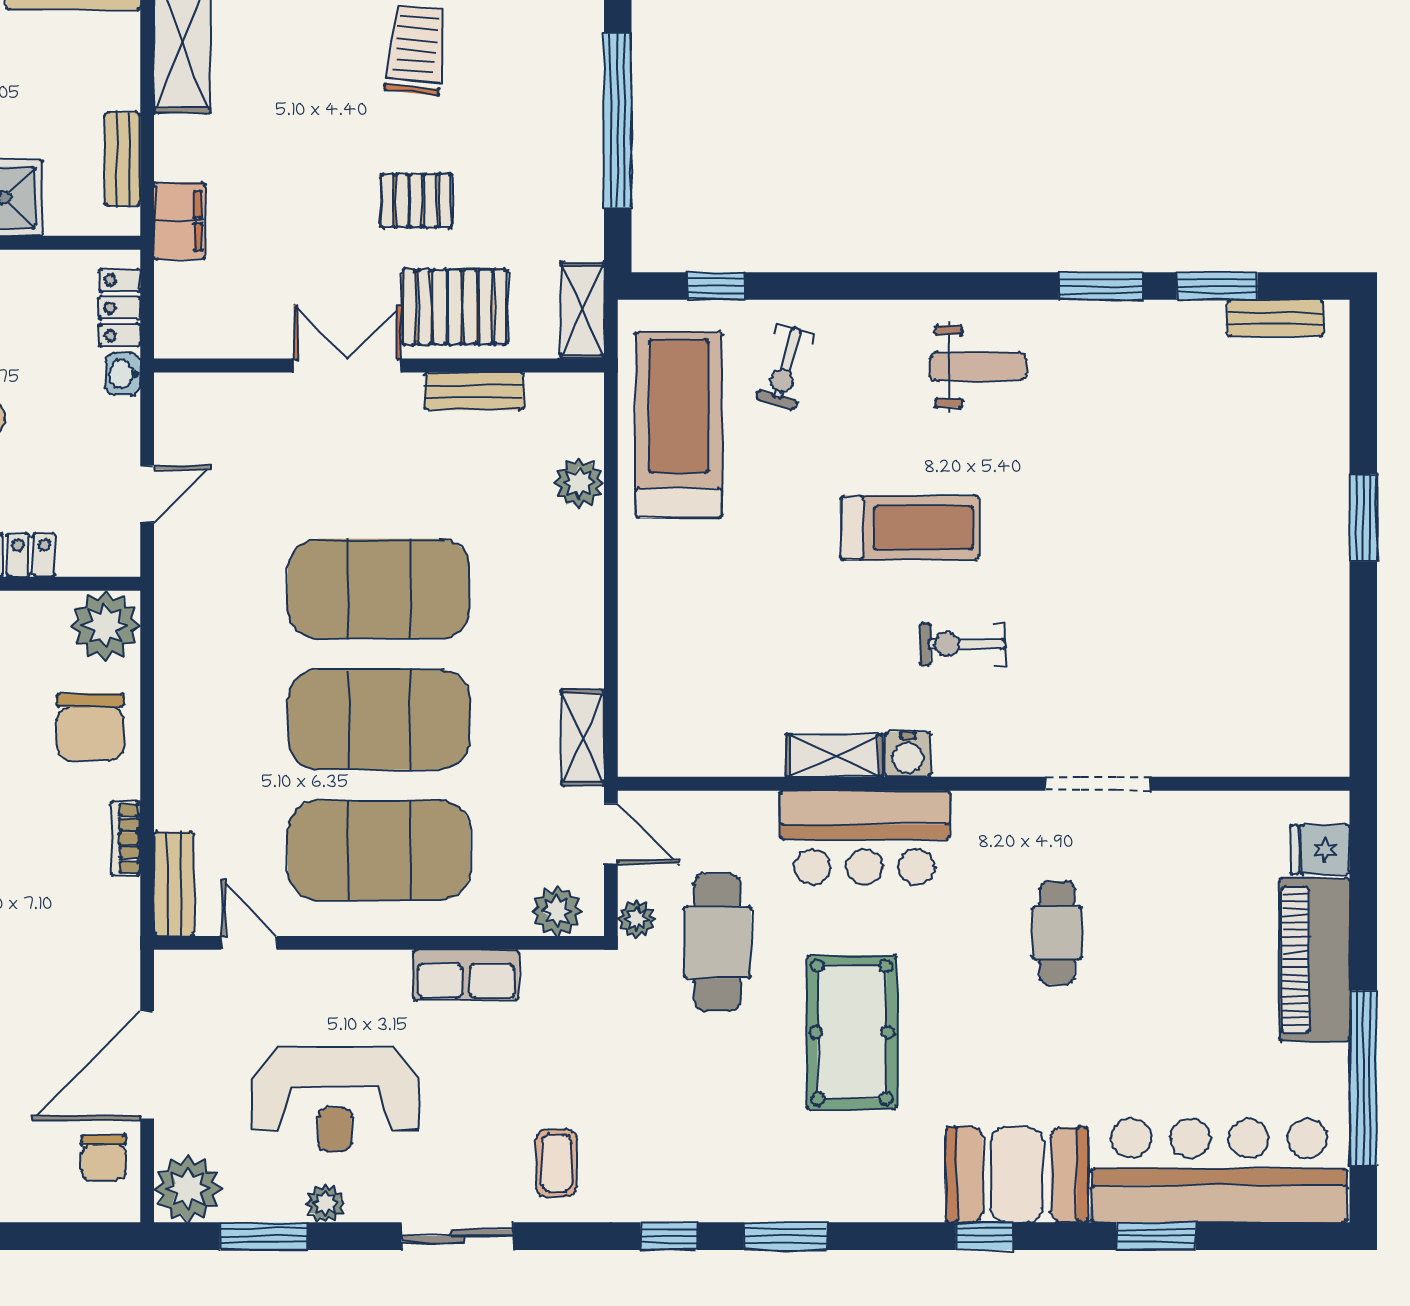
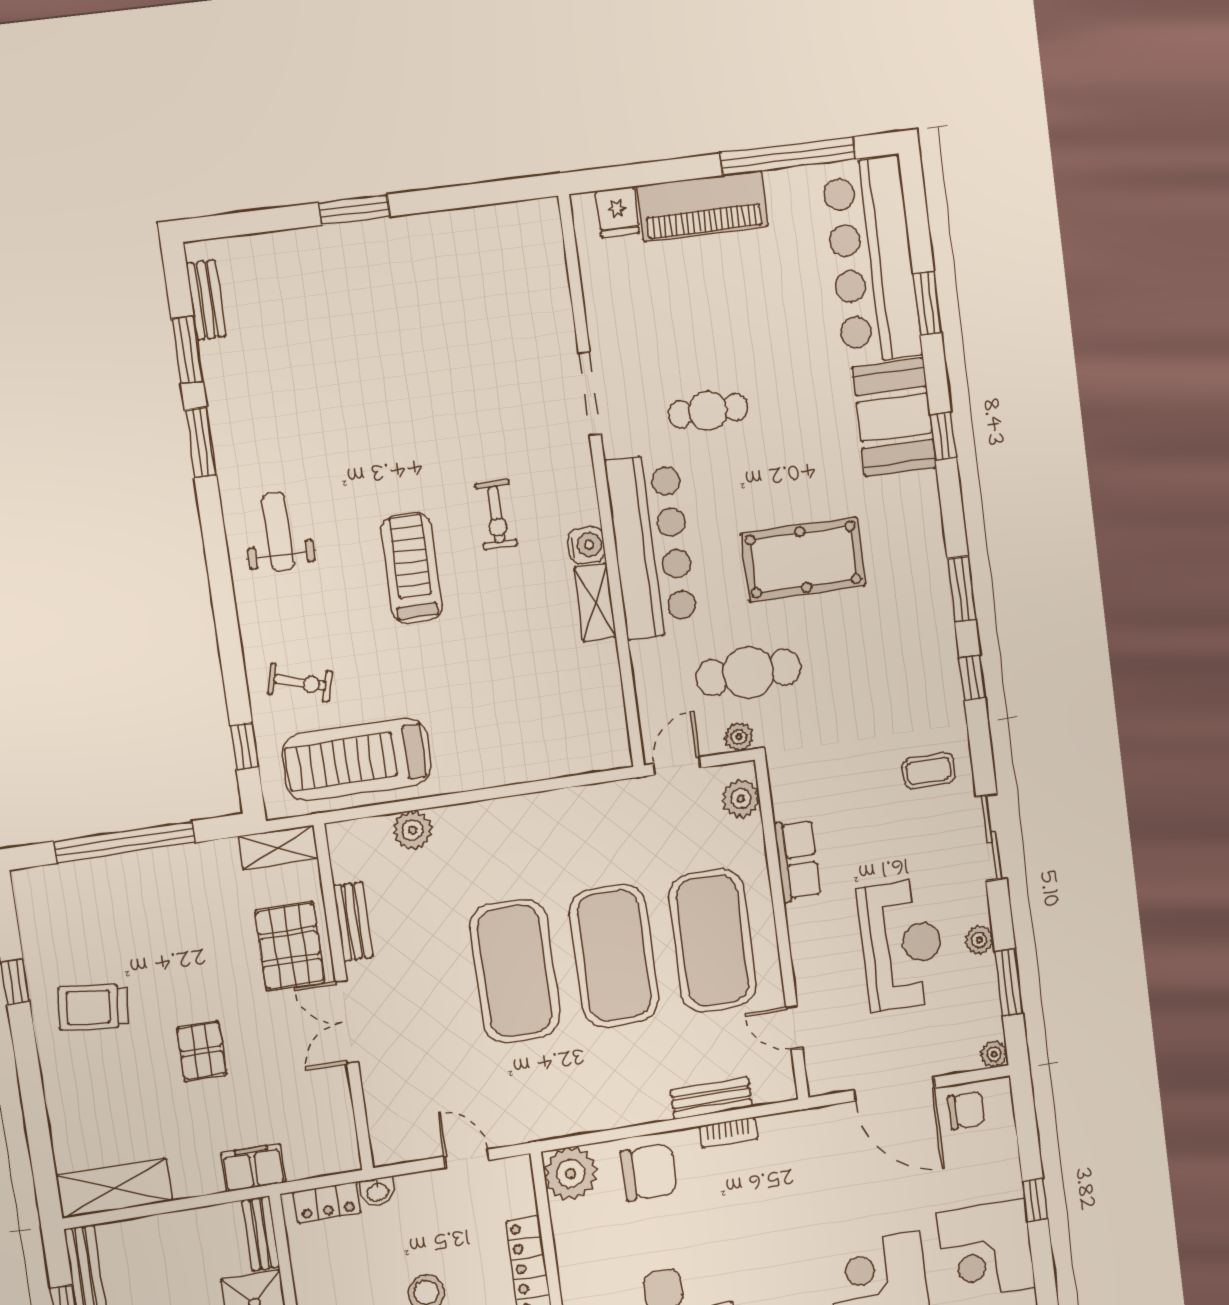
bench: (122, 159) -> (261, 1234), moved, turned 90
pallet: (416, 201) -> (202, 1051), moved
shelving: (583, 738) -> (607, 798), removed
bar counter: (865, 838) -> (652, 546), width x1.36
bench: (174, 884) -> (711, 1098), moved
door: (249, 943) -> (794, 1027), hinge flipped
plant: (188, 1189) -> (994, 1054), width x0.53, depth x0.53

